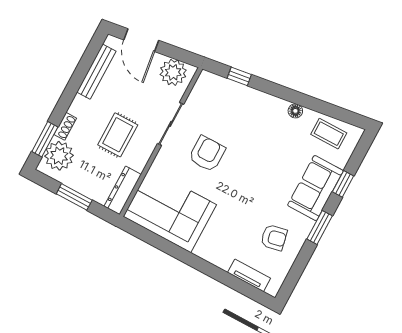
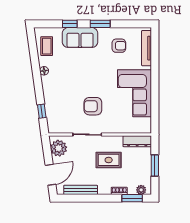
plant: (59, 156) -> (141, 190), width x0.53, depth x0.53
corner sofa: (170, 211) -> (134, 93), moved
armchair: (274, 238) -> (119, 46), turned 102
tv unit: (249, 275) -> (147, 48), width x1.41

